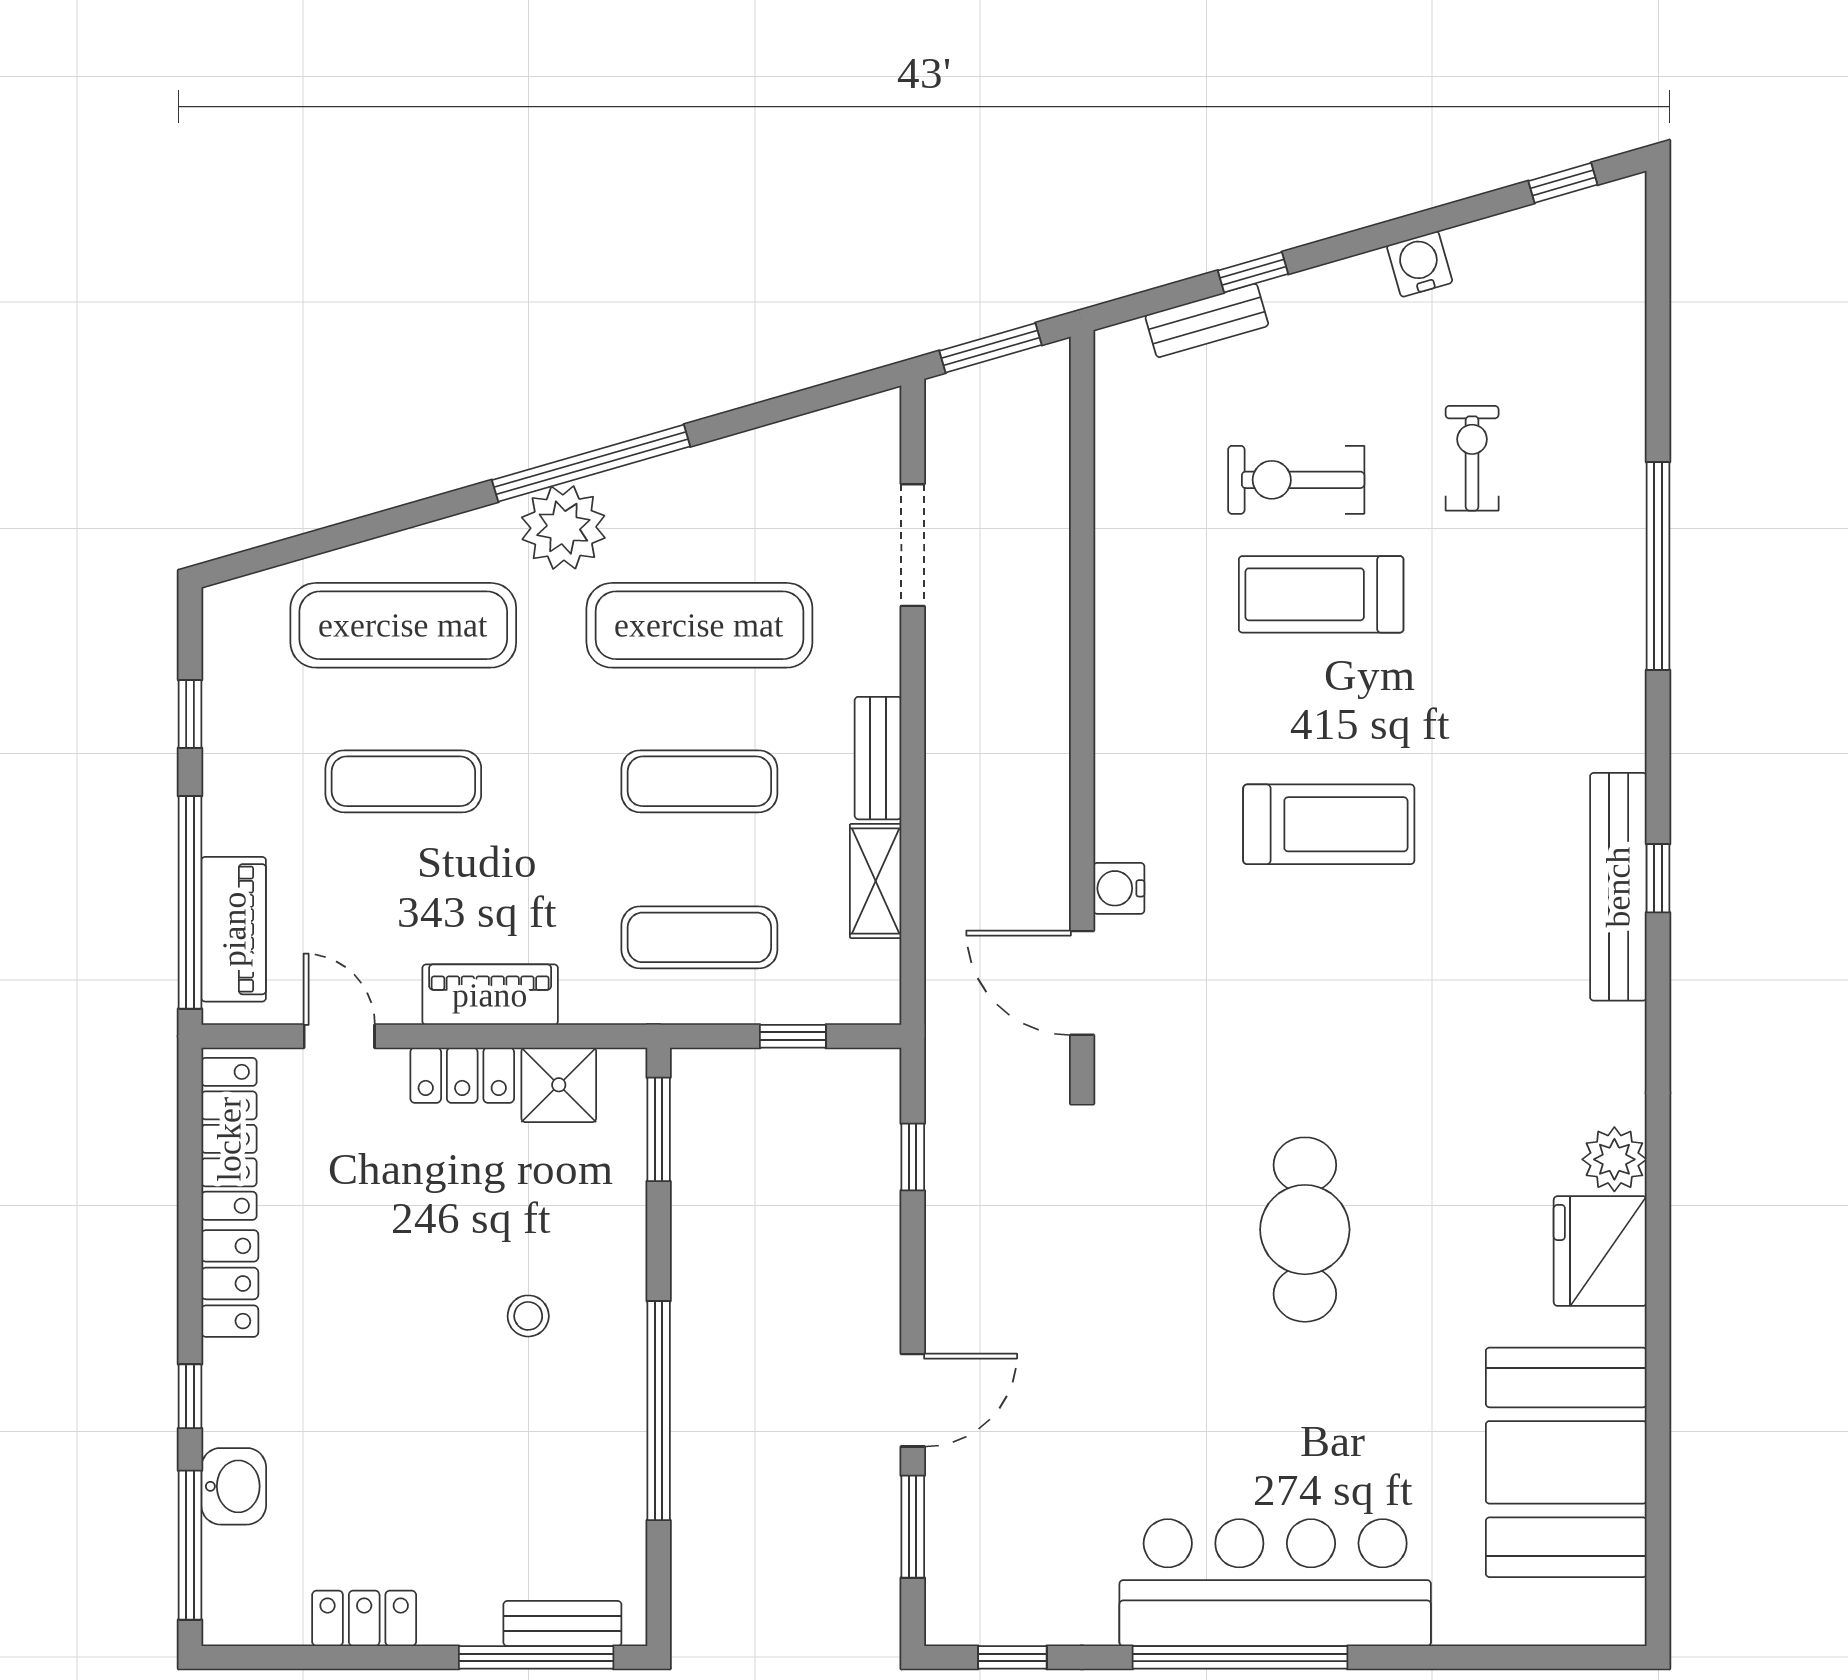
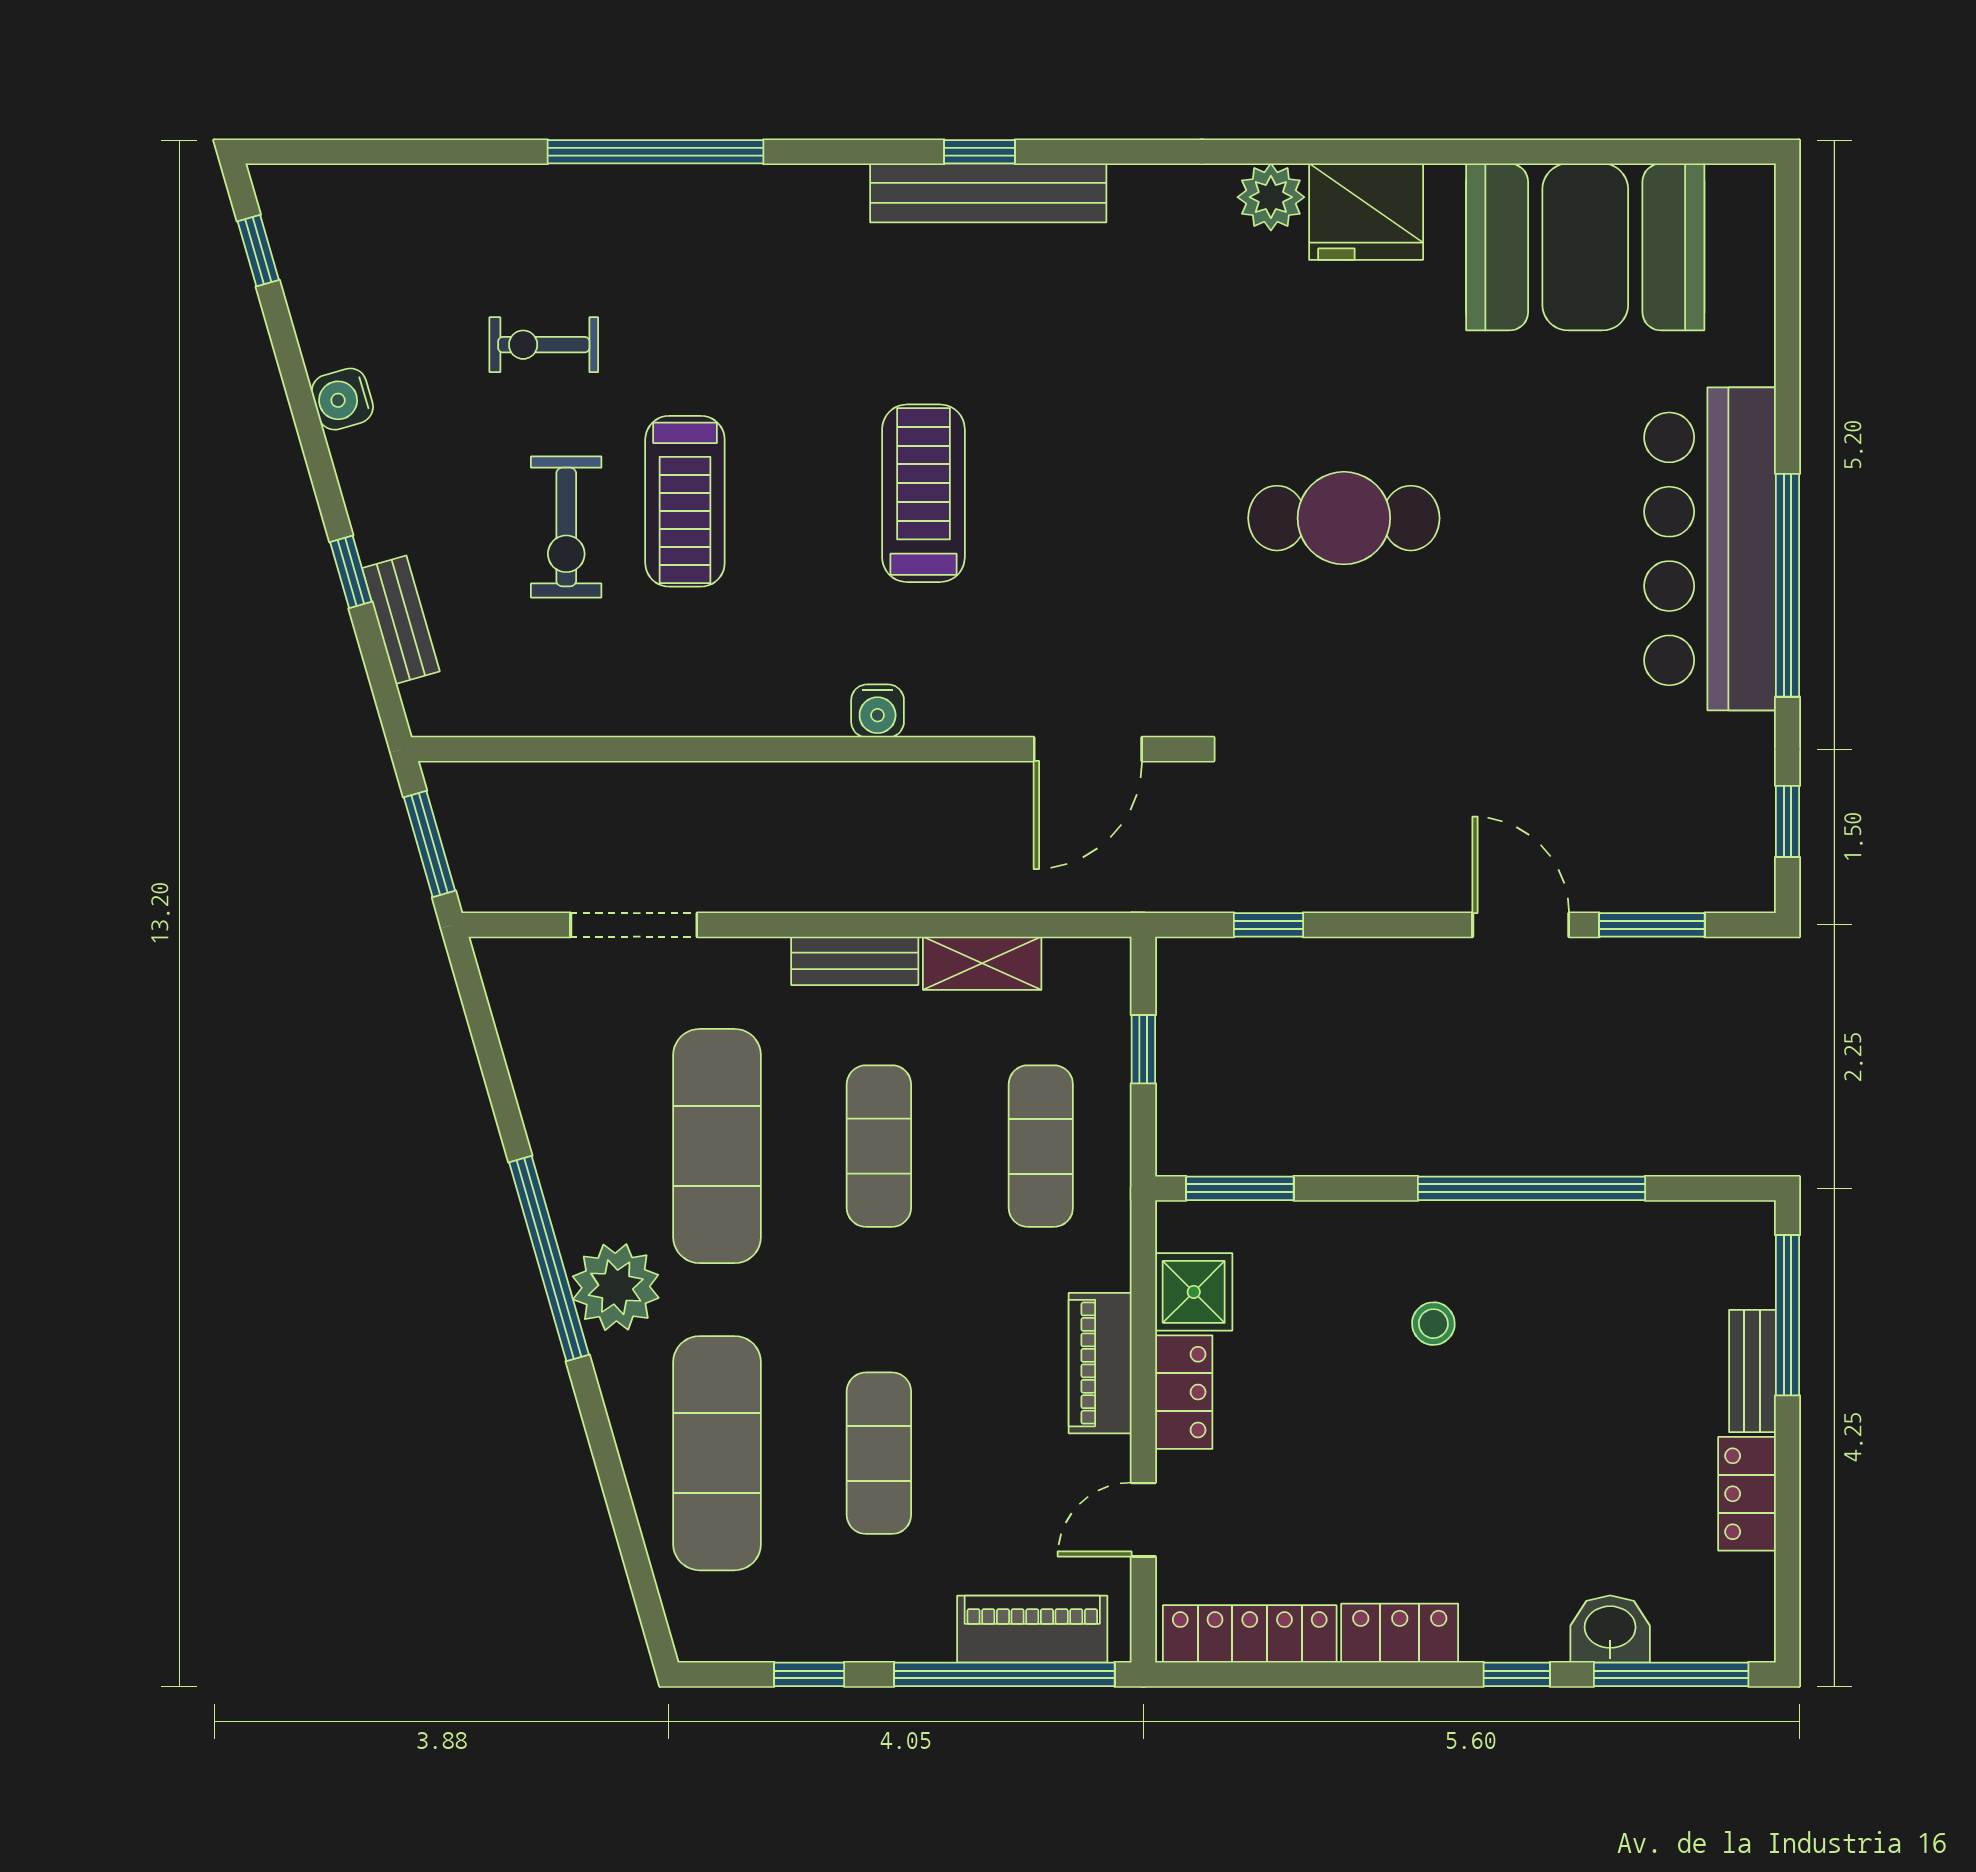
water cooler: (1119, 888) -> (878, 711), moved
bench: (562, 1623) -> (1752, 1371), moved

